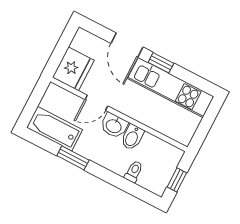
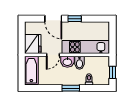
kitchen unit: (171, 87) -> (86, 47), moved, turned 180
bathtub: (55, 129) -> (31, 70), moved, turned 90
window: (73, 158) -> (71, 88), moved

